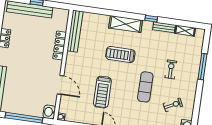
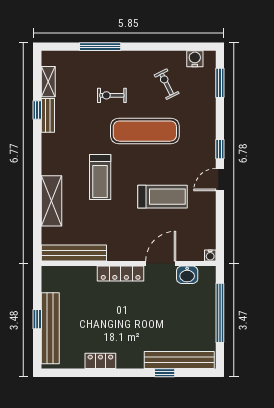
window: (151, 19) -> (37, 110), moved
shelving: (126, 24) -> (51, 201), moved
locker: (60, 45) -> (121, 274), moved
exercise mat: (145, 87) -> (145, 131), width x1.36, depth x1.45
washbasin: (49, 112) -> (187, 275), moved

